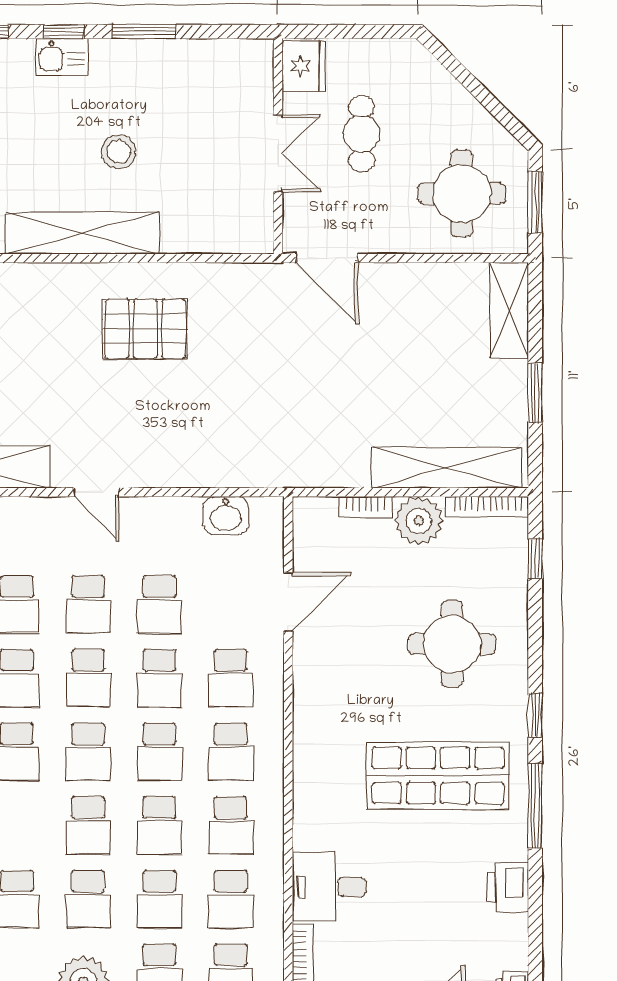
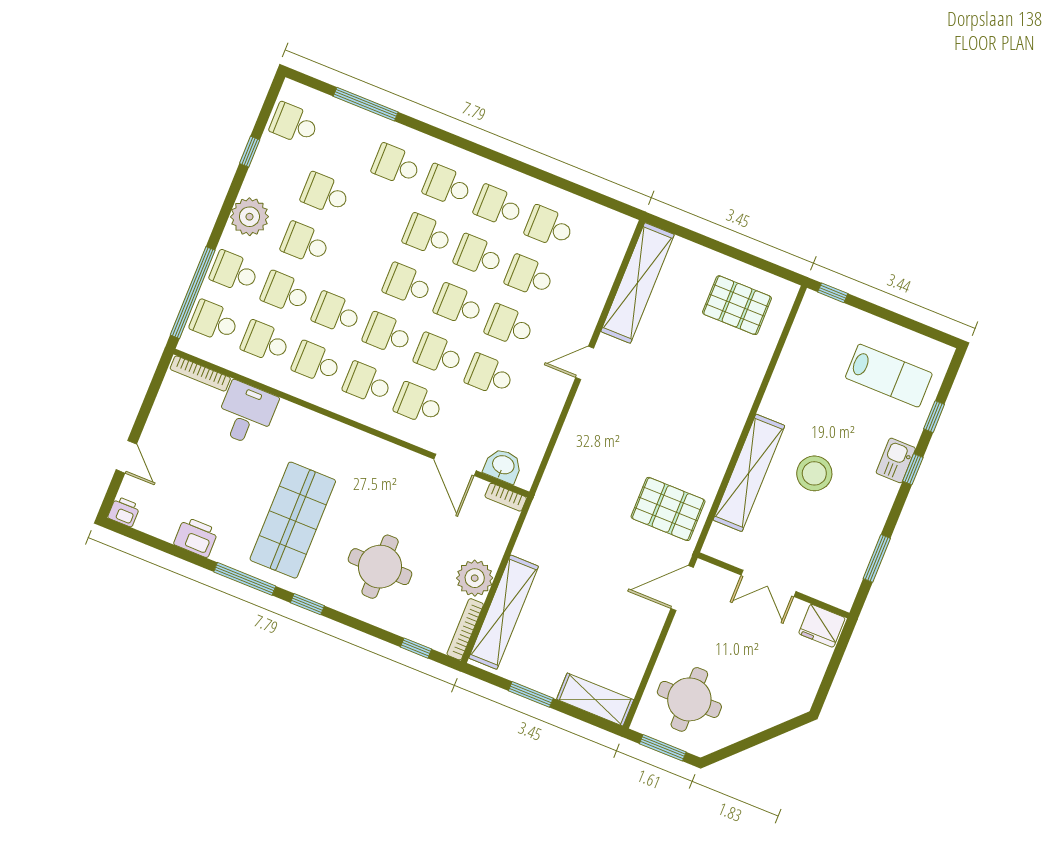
window: (144, 32) -> (877, 558), moved
cafe table: (362, 134) -> (759, 647), removed
stool: (119, 152) -> (814, 473), width x1.38, depth x1.38
shelving: (82, 233) -> (749, 473), moved
pallet: (145, 329) -> (668, 509), moved, turned 90
bookcase: (365, 507) -> (506, 497), moved, turned -90
washbasin: (226, 515) -> (503, 466), moved, turned 90
school desk: (88, 825) -> (356, 264), removed

